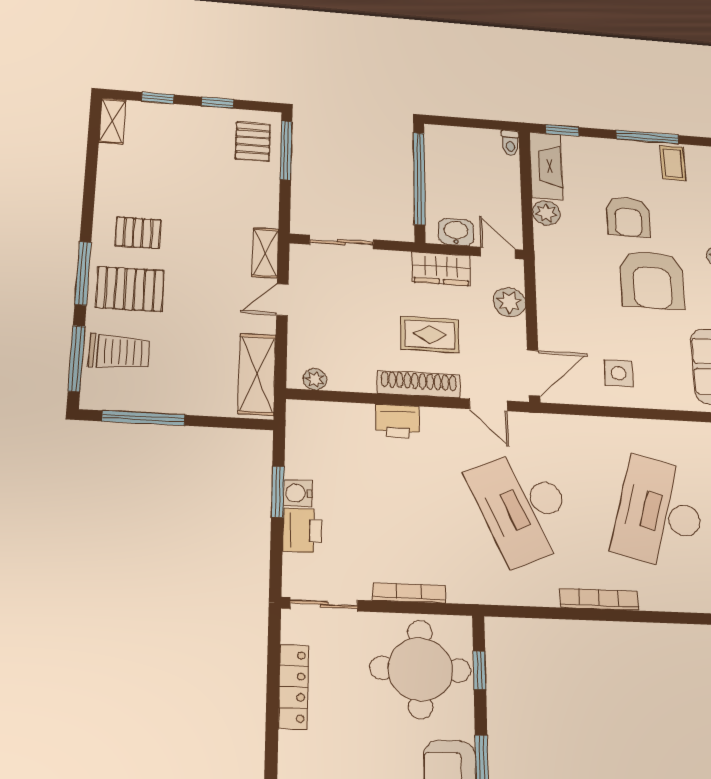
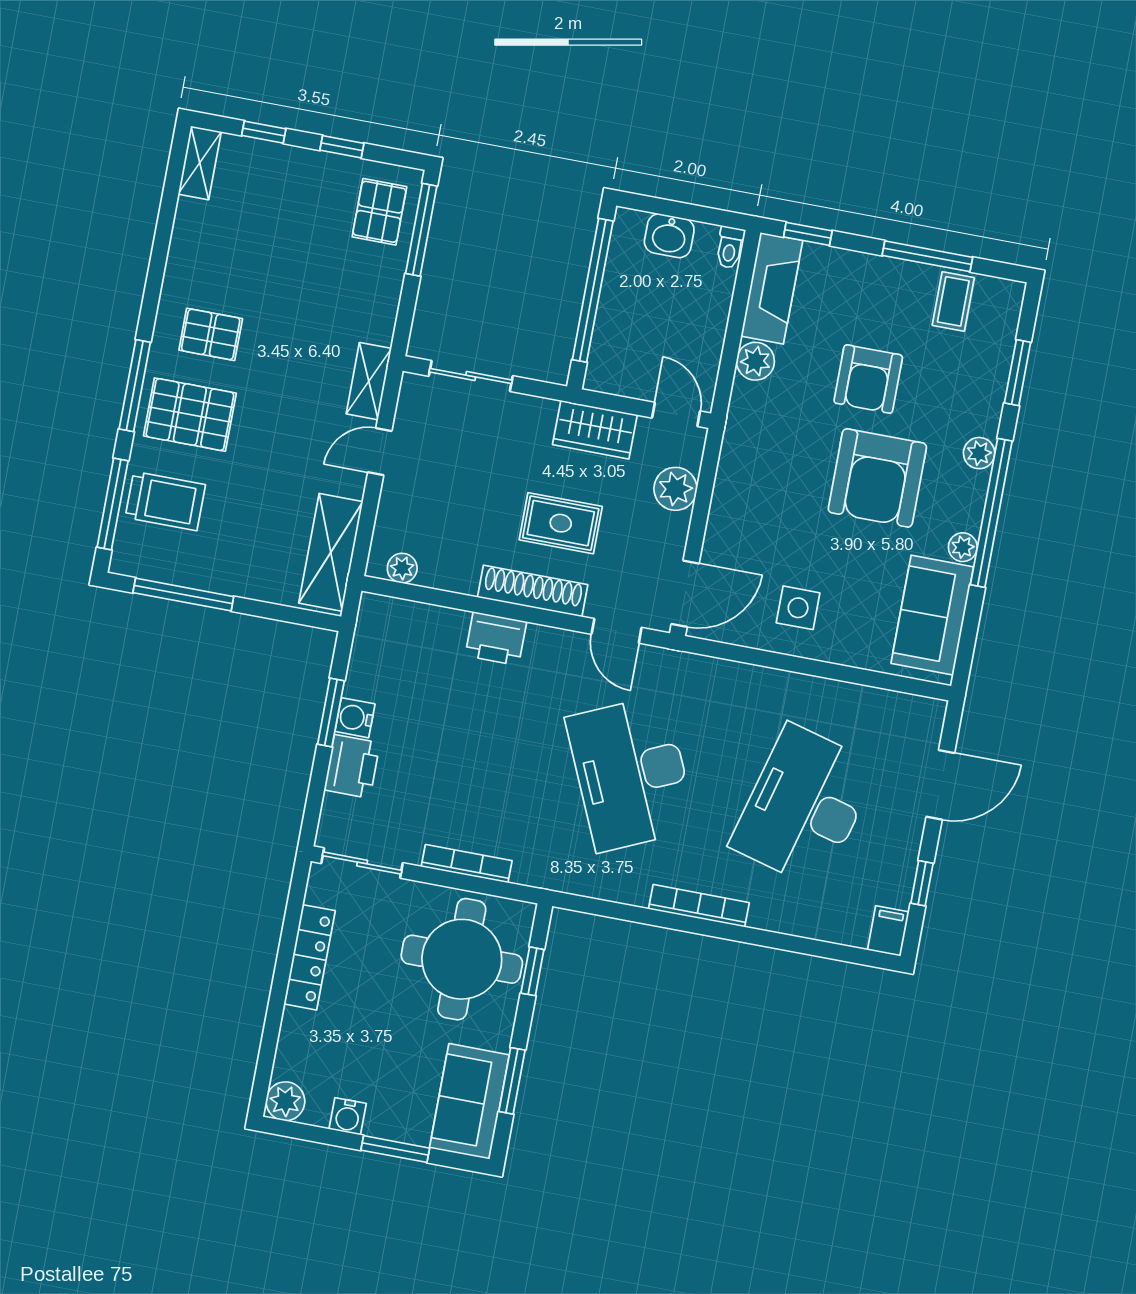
washbasin: (456, 232) -> (669, 236), moved, turned 180

